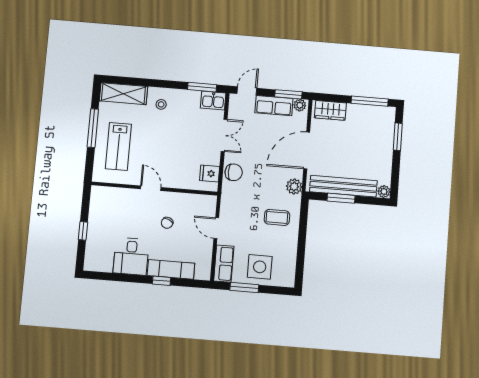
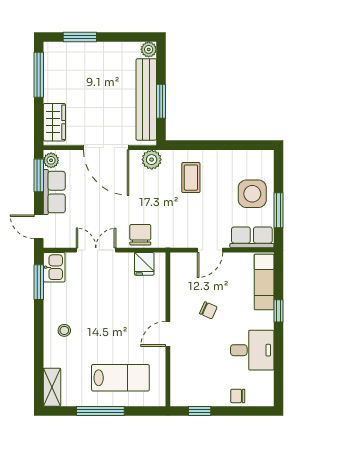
shelving: (123, 94) -> (52, 387), width x0.67, depth x0.75
window: (83, 231) -> (200, 411), moved
chair: (94, 241) -> (238, 396), added
exam couch: (171, 269) -> (264, 282), moved

